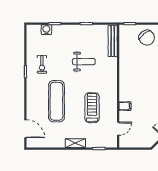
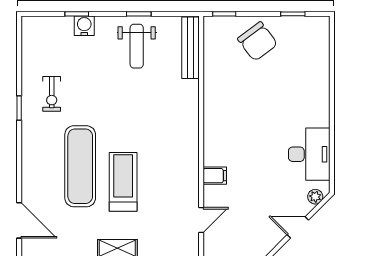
water cooler: (46, 30) -> (84, 26), moved
weight bench: (84, 62) -> (137, 46), moved, turned 90
treadmill: (92, 108) -> (123, 182), moved

